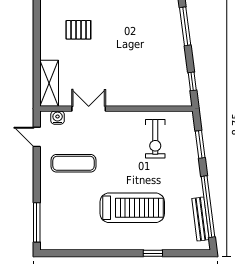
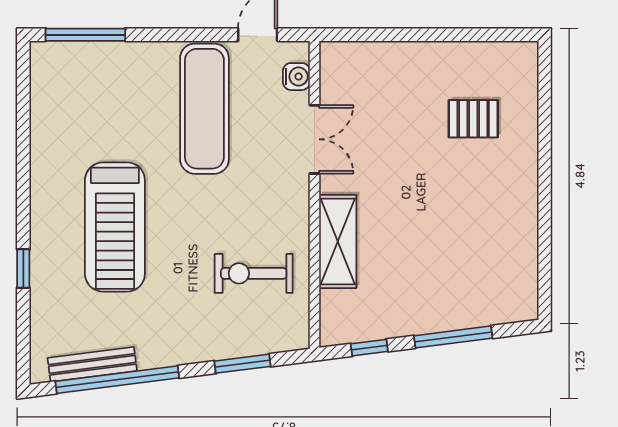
window: (185, 26) -> (453, 337), moved
pallet: (78, 30) -> (473, 119), turned 90
shelving: (49, 83) -> (338, 242), moved, turned 90
exercise mat: (73, 163) -> (204, 109), width x1.36, depth x1.45

